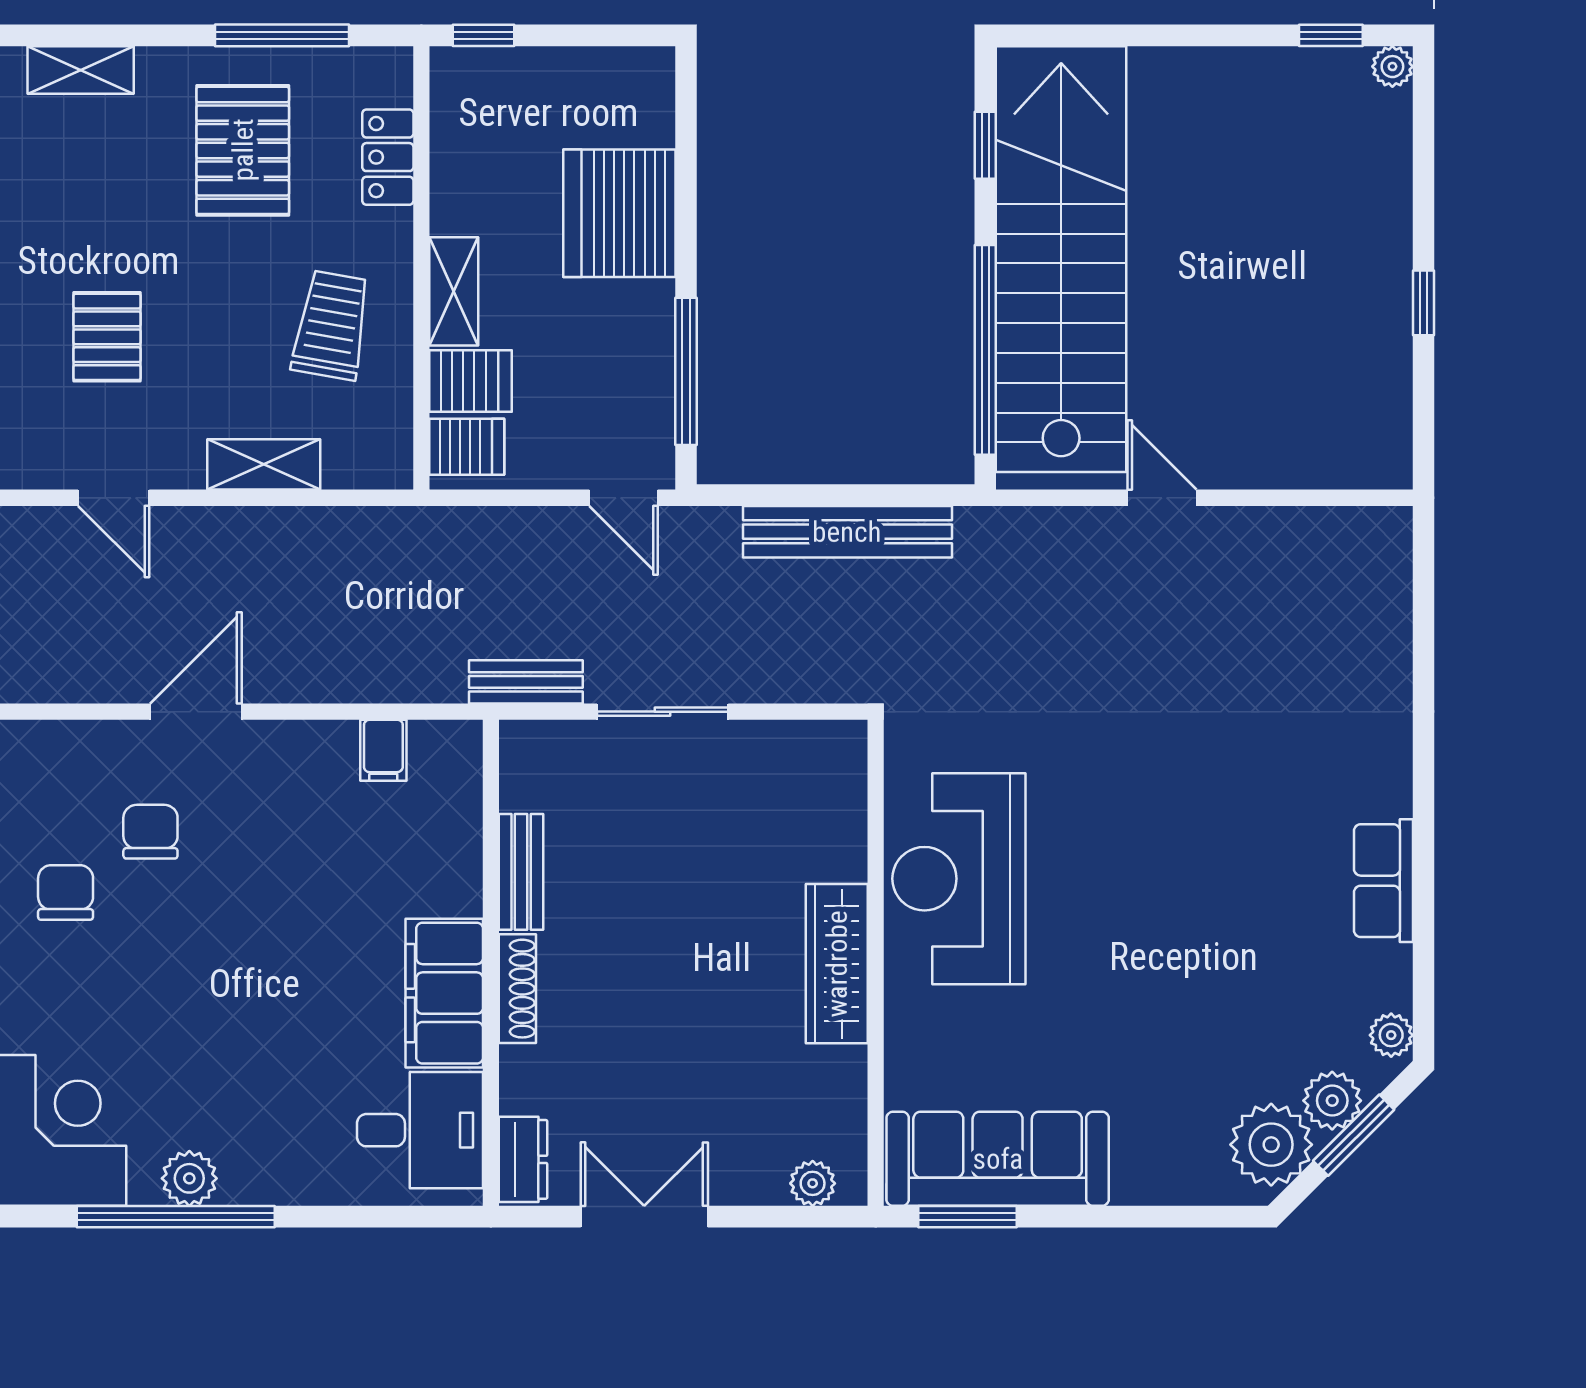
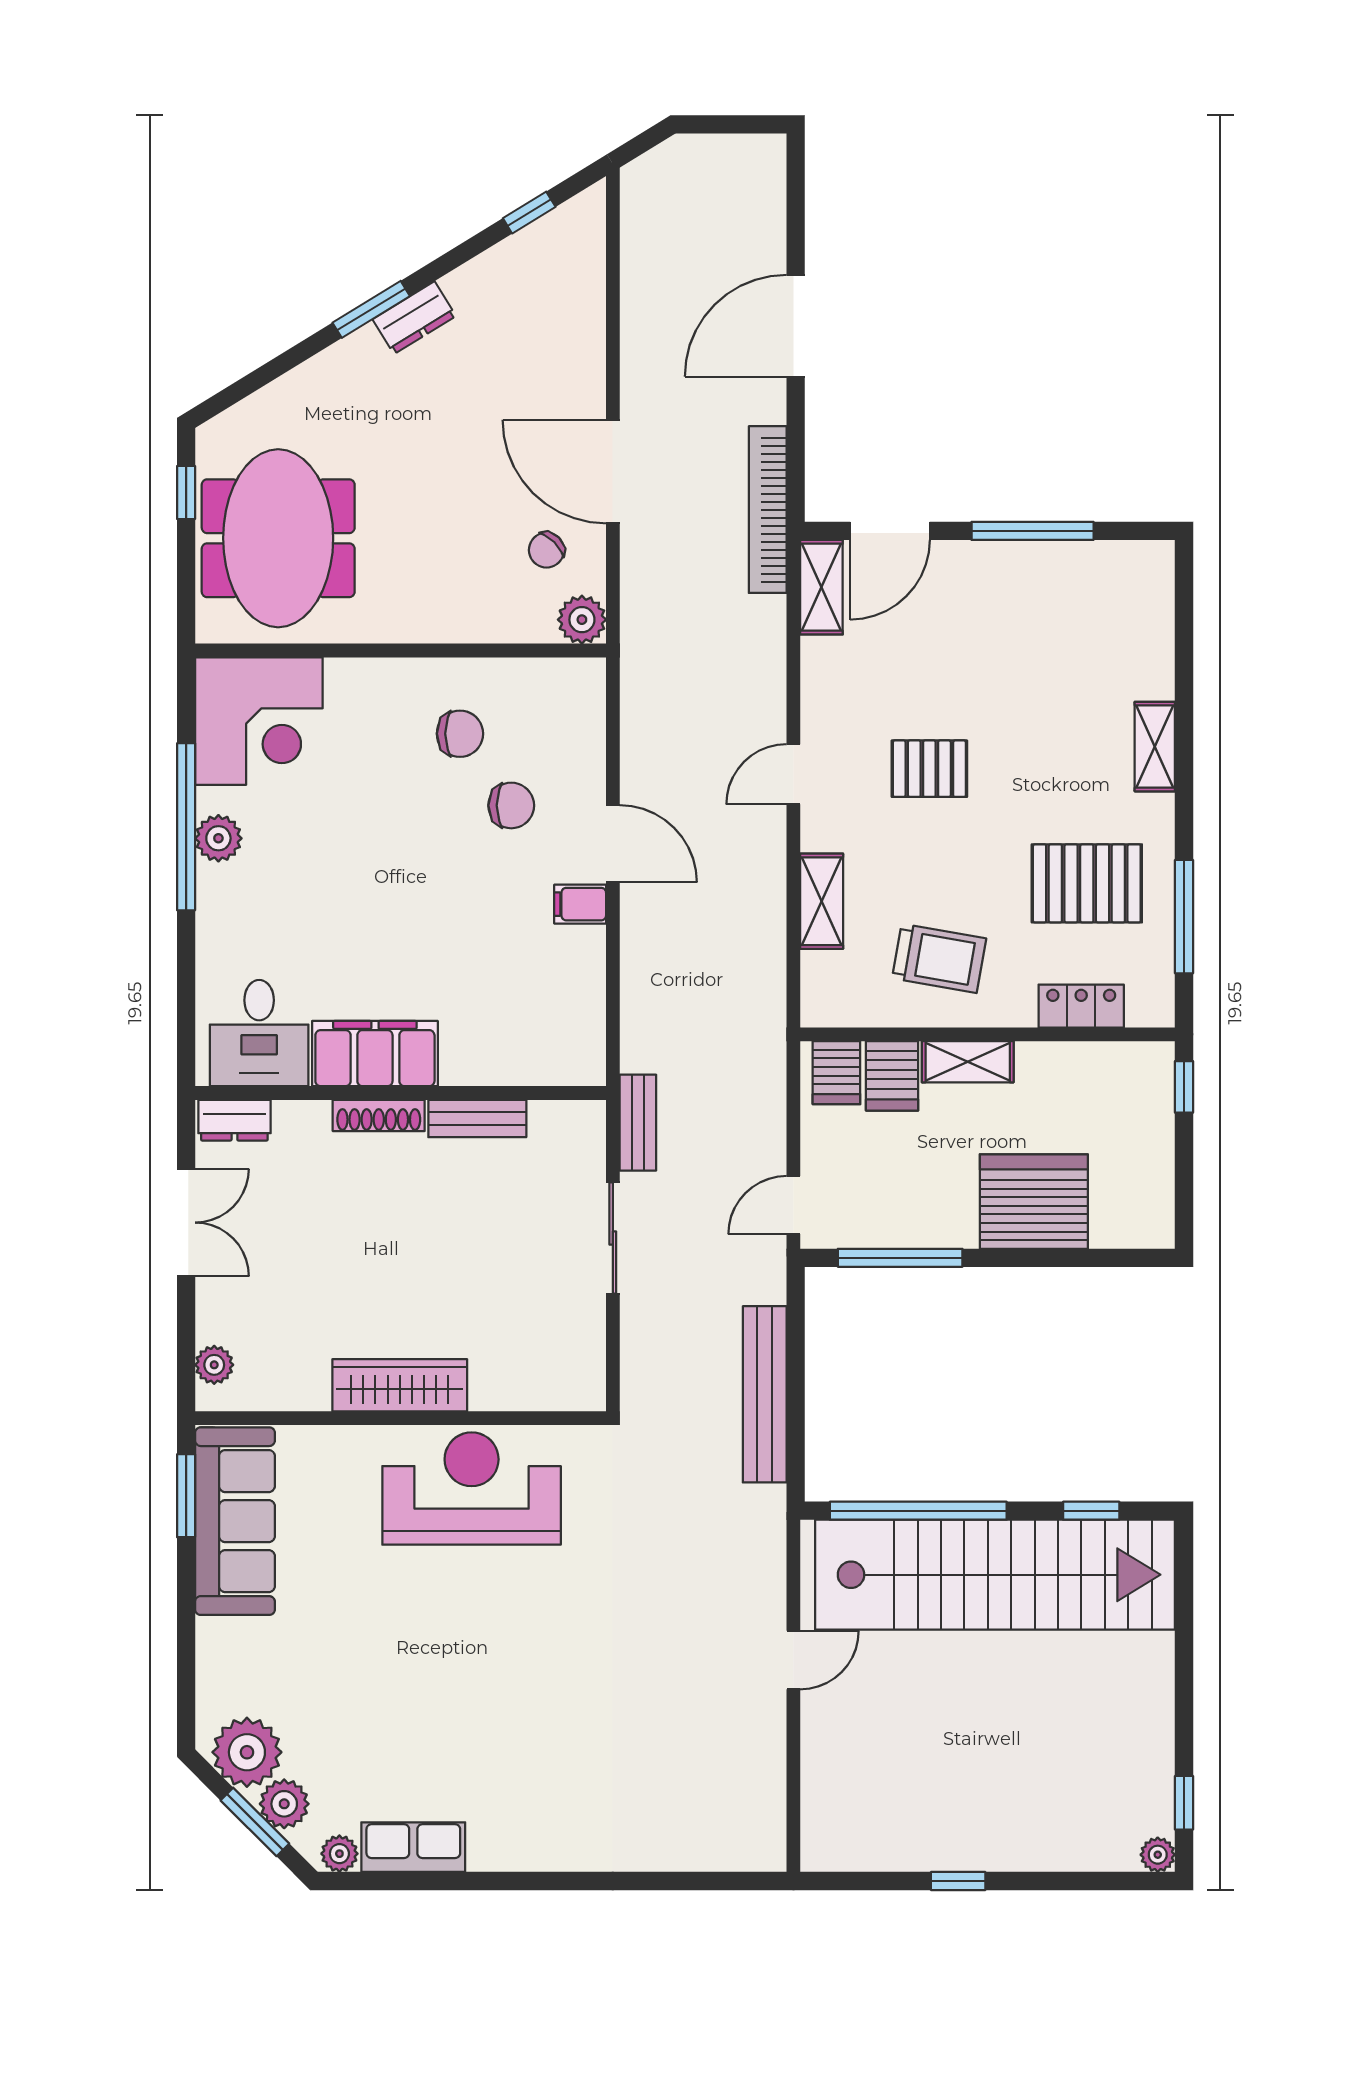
filing cabinet: (383, 750) -> (580, 904), moved
row of seats: (1383, 881) -> (413, 1847), moved

